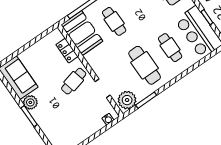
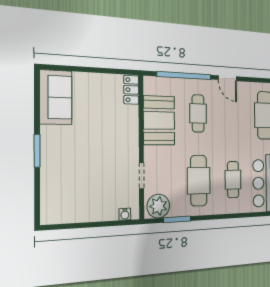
booth: (82, 33) -> (159, 120), moved
locker: (67, 51) -> (131, 90), moved
cafe table: (74, 81) -> (116, 146), removed
plant: (30, 102) -> (50, 136), removed

